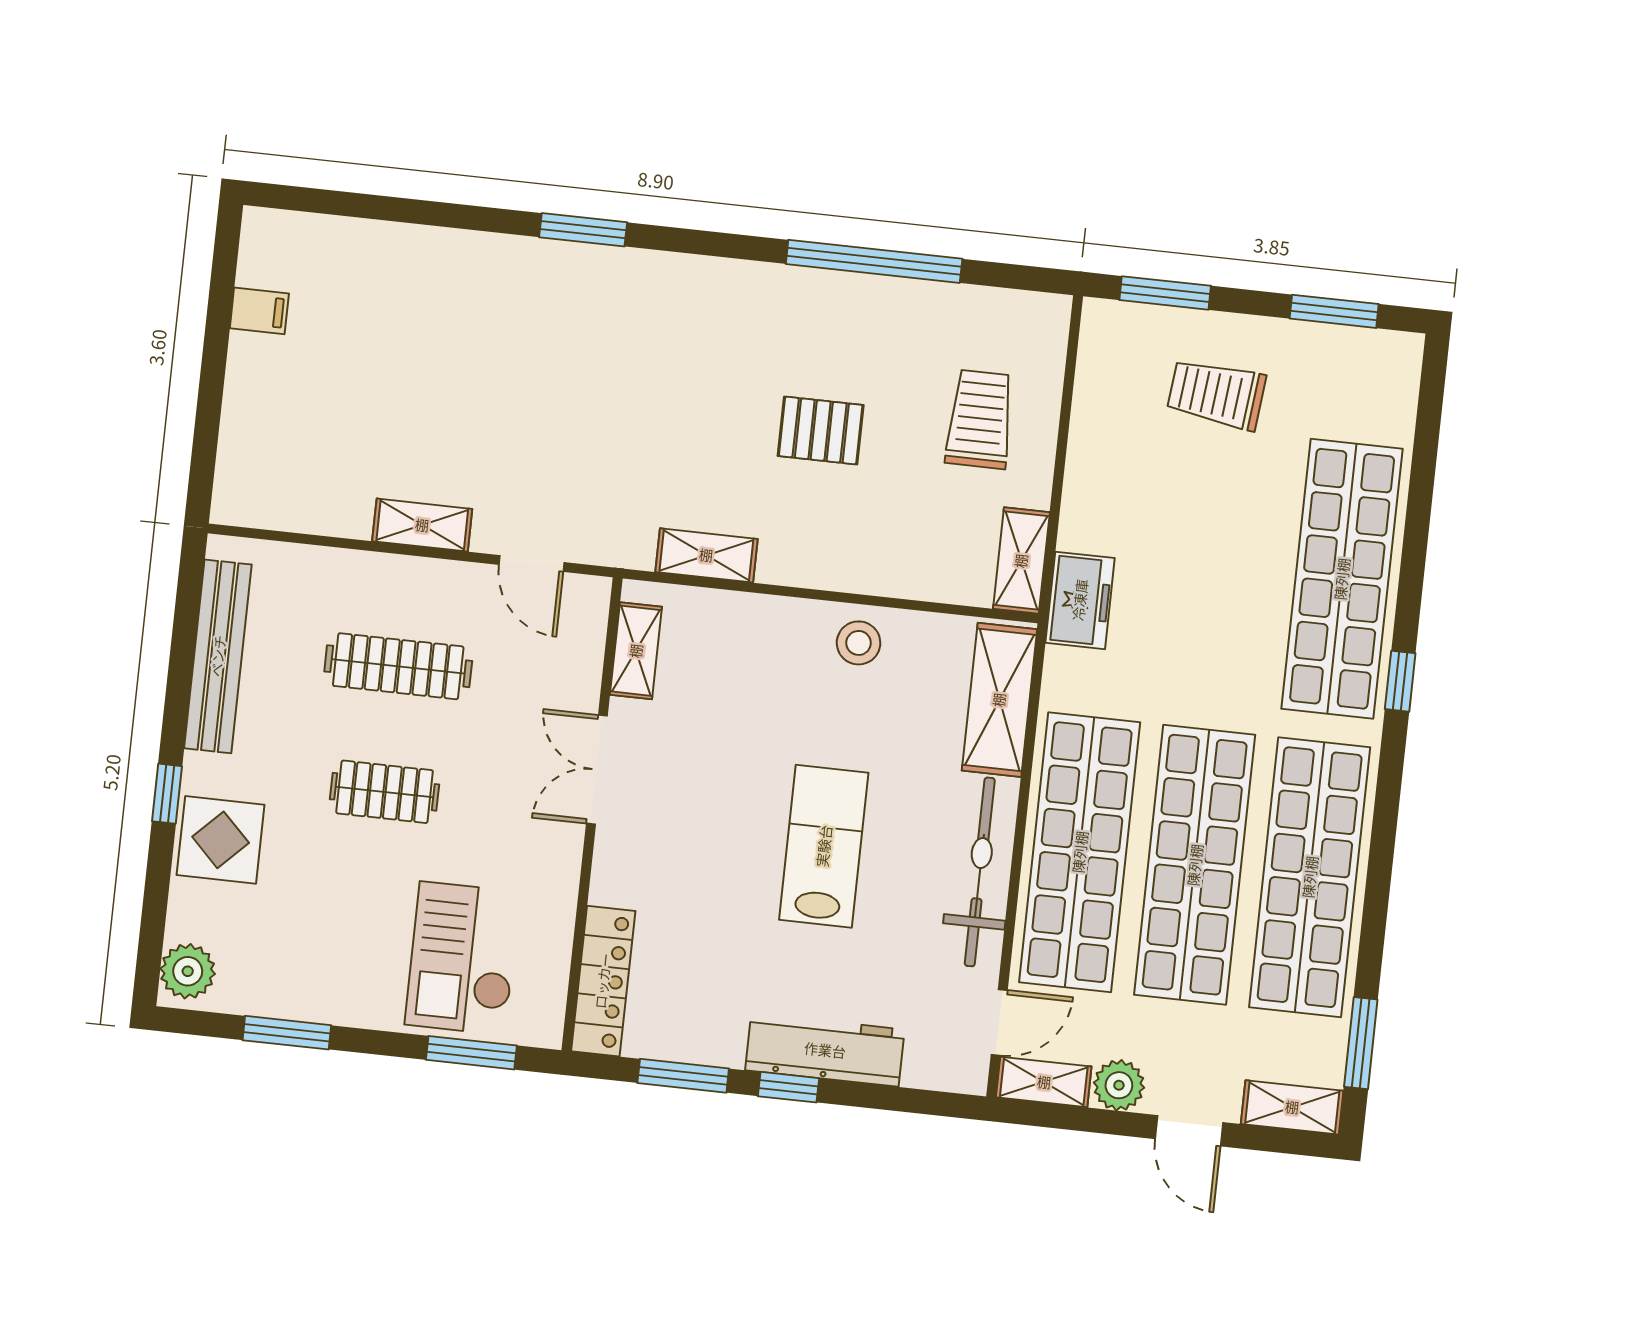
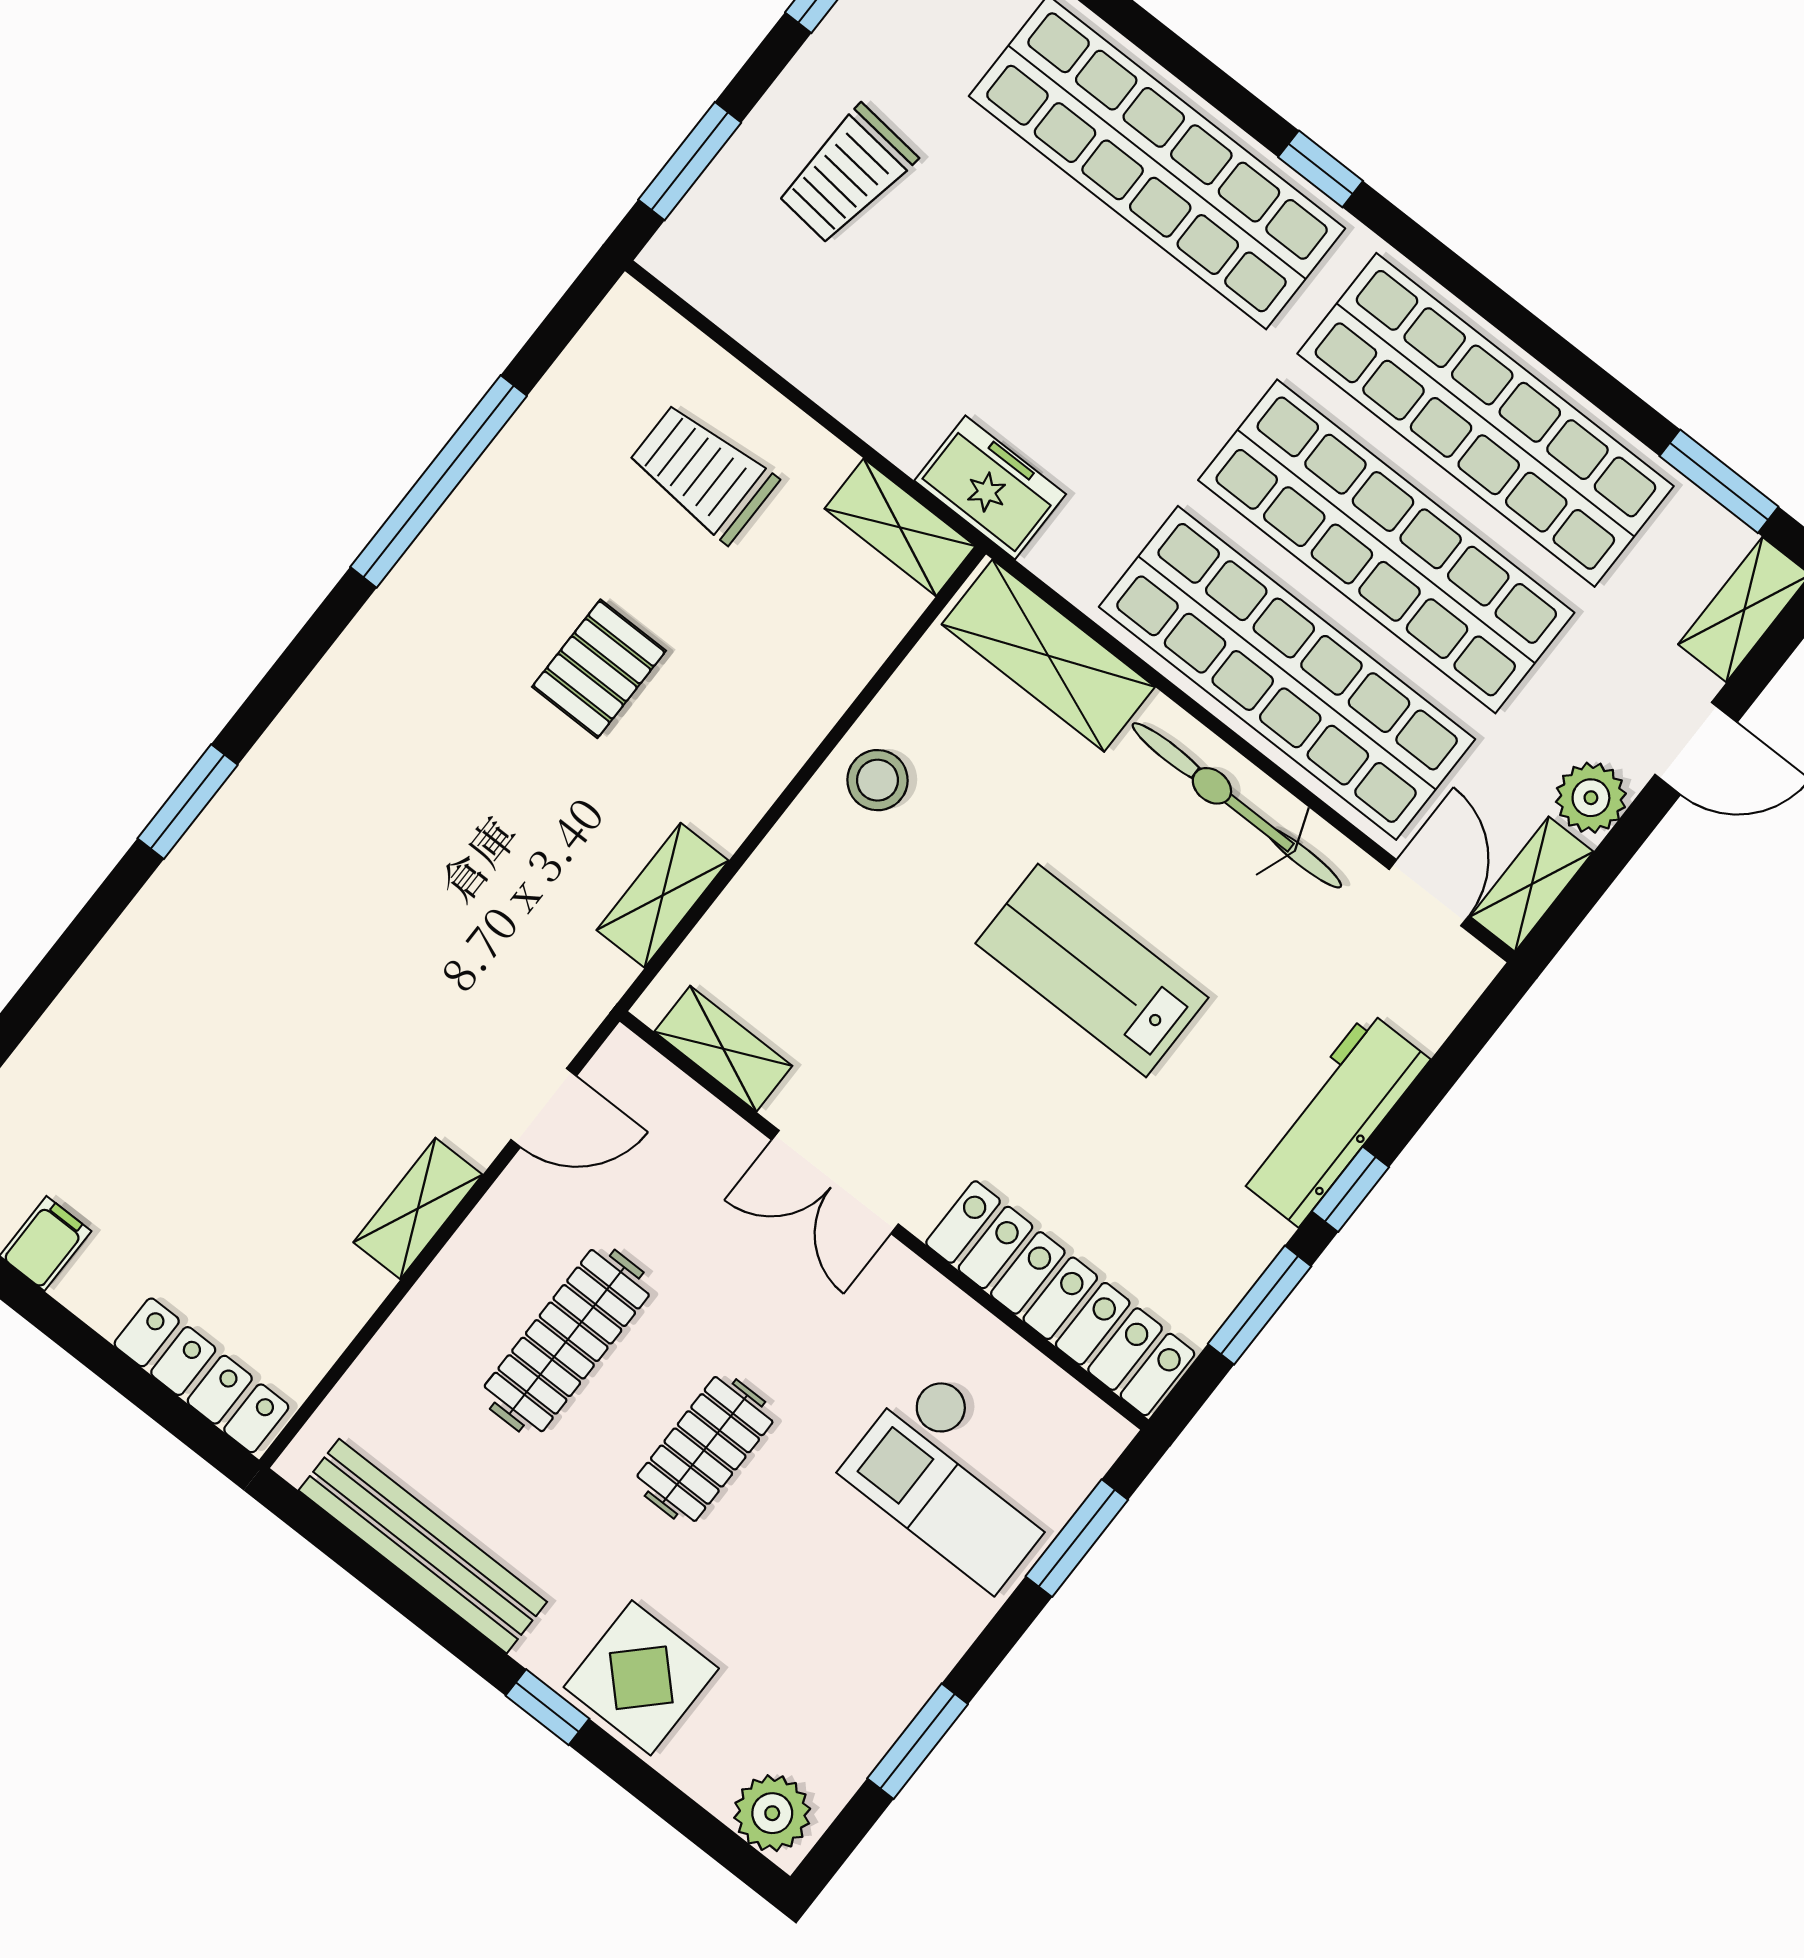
locker: (238, 456) -> (201, 1375), added
locker: (603, 981) -> (1060, 1298), width x1.41, depth x1.21

